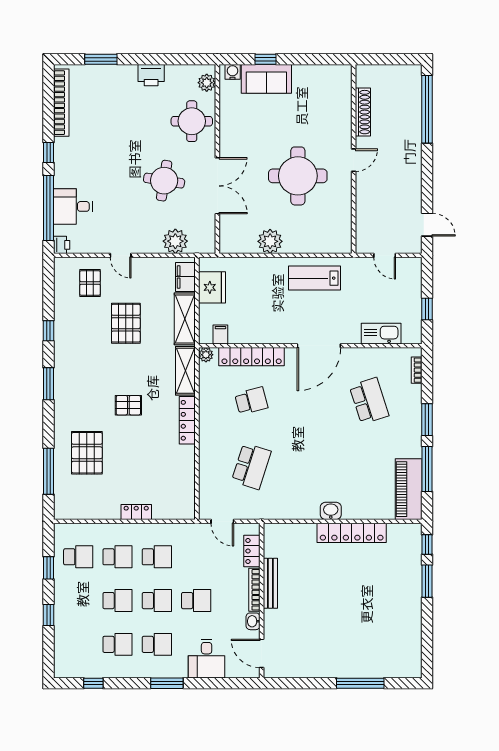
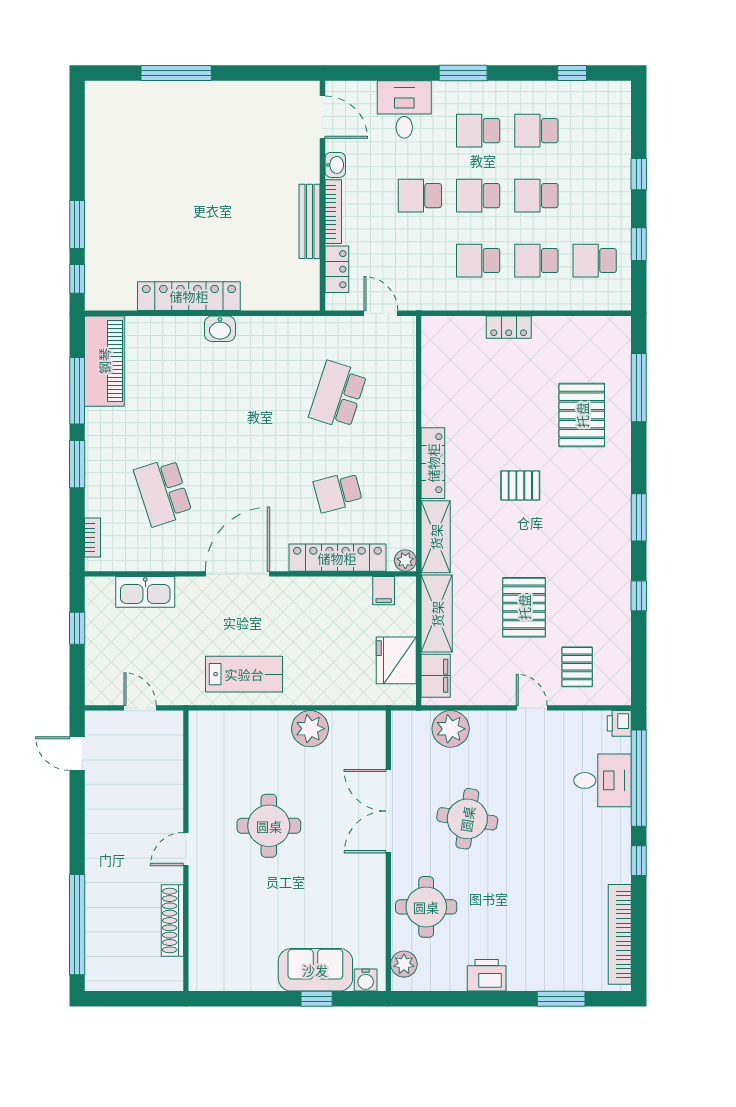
round table: (298, 176) -> (269, 826), width x0.73, depth x0.73

